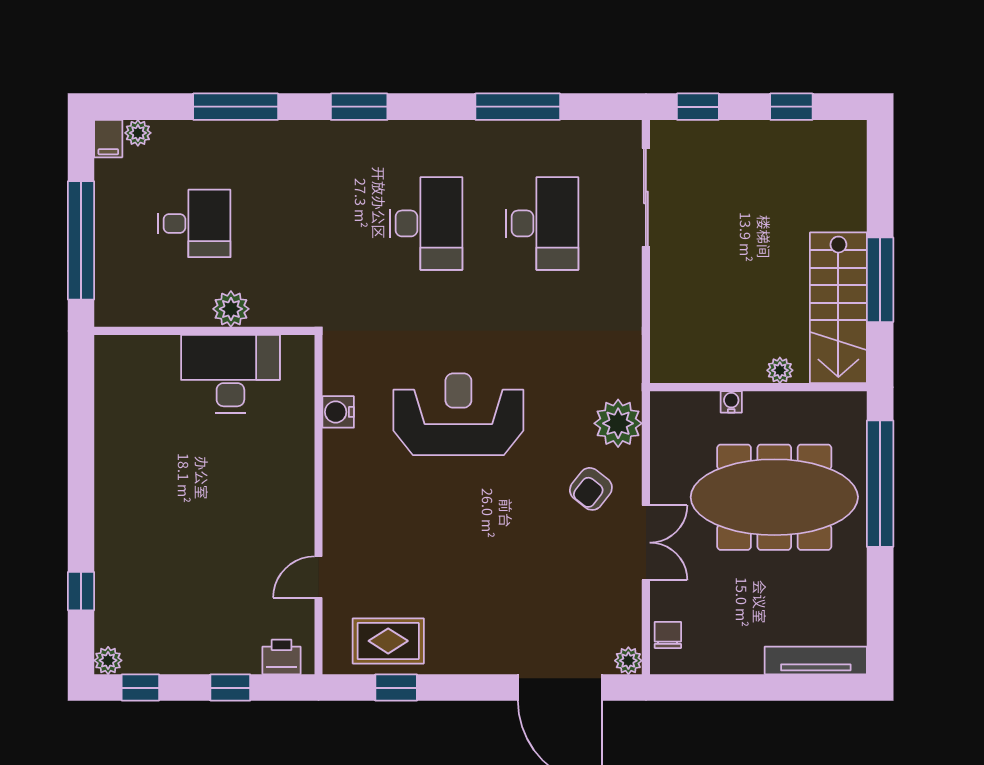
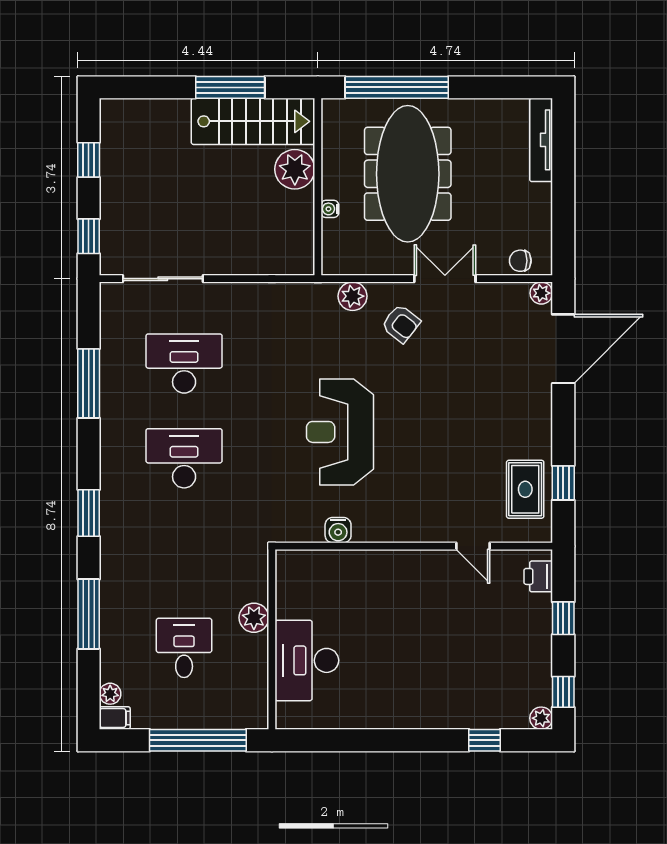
plant: (780, 370) -> (295, 169), width x1.88, depth x1.88
desk: (230, 374) -> (307, 660), moved
plant: (618, 423) -> (353, 296), width x0.73, depth x0.73

